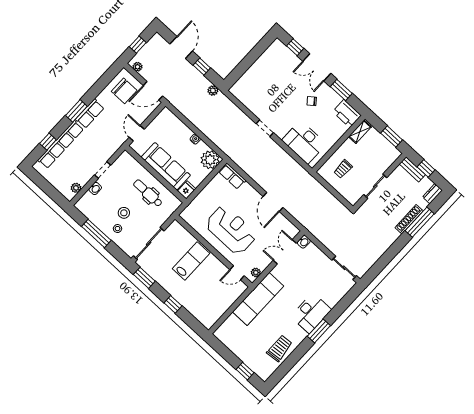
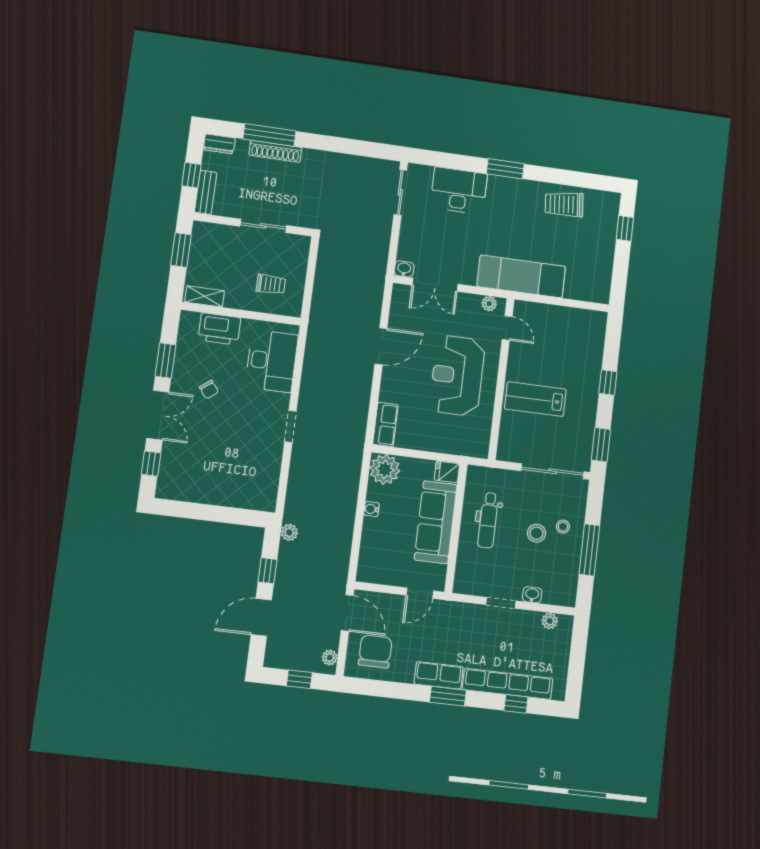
printer: (347, 114) -> (219, 329), moved, turned 90
desk: (311, 313) -> (459, 191), moved

